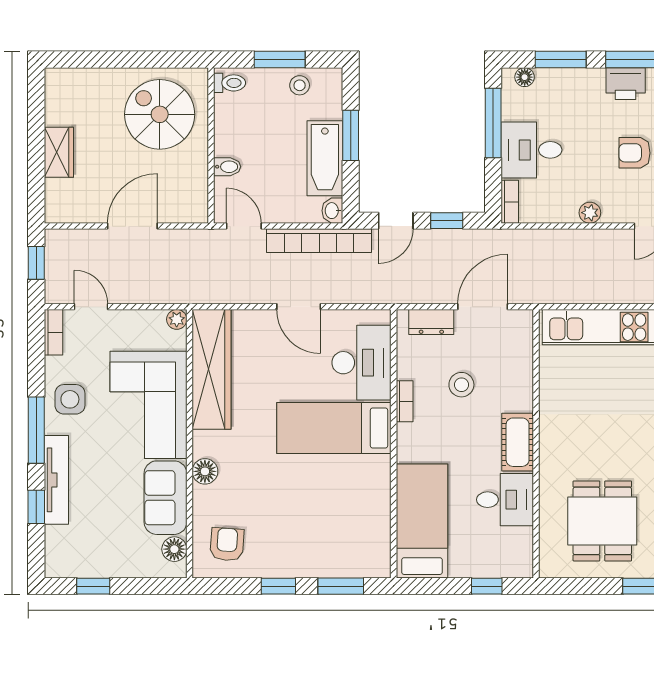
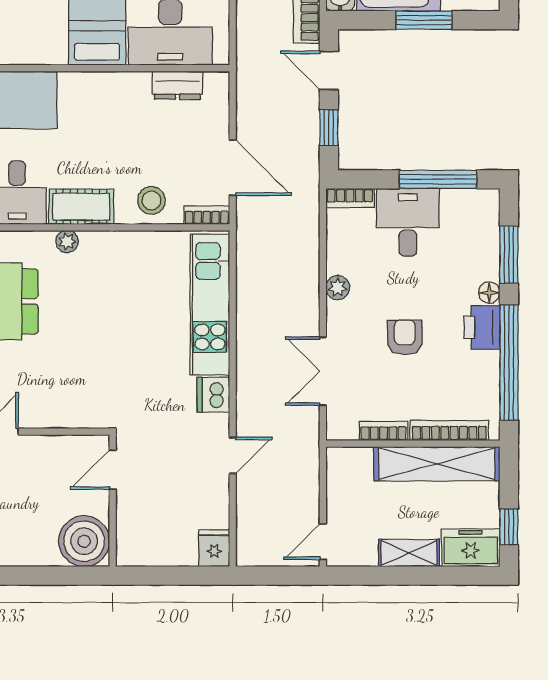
floor lamp: (525, 77) -> (489, 293), moved
dresser: (431, 322) -> (177, 85), moved, turned -90
stool: (461, 385) -> (151, 200), moved
bookcase: (405, 401) -> (207, 215), moved, turned 180
plant: (549, 455) -> (67, 242), added

